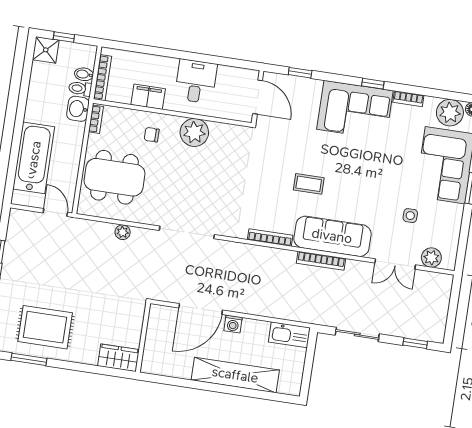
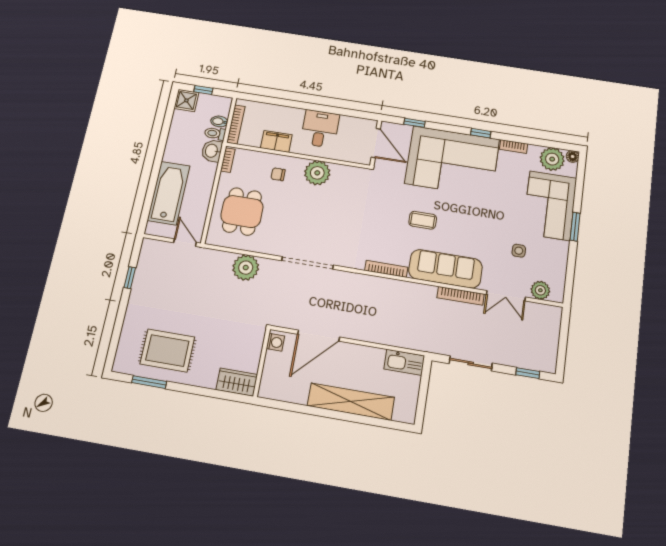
corner sofa: (355, 110) -> (452, 161), width x1.36, depth x1.36
dining table: (115, 177) -> (242, 211), width x0.73
plant: (123, 232) -> (246, 268), width x1.88, depth x1.88
bookcase: (321, 261) -> (460, 296), moved
washing machine: (233, 324) -> (275, 342), moved, turned -90

